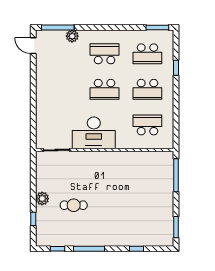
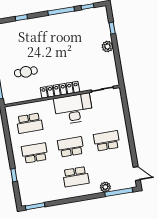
school desk: (147, 54) -> (107, 141), moved
locker: (106, 158) -> (60, 90), added
cafe table: (74, 205) -> (26, 72), moved

